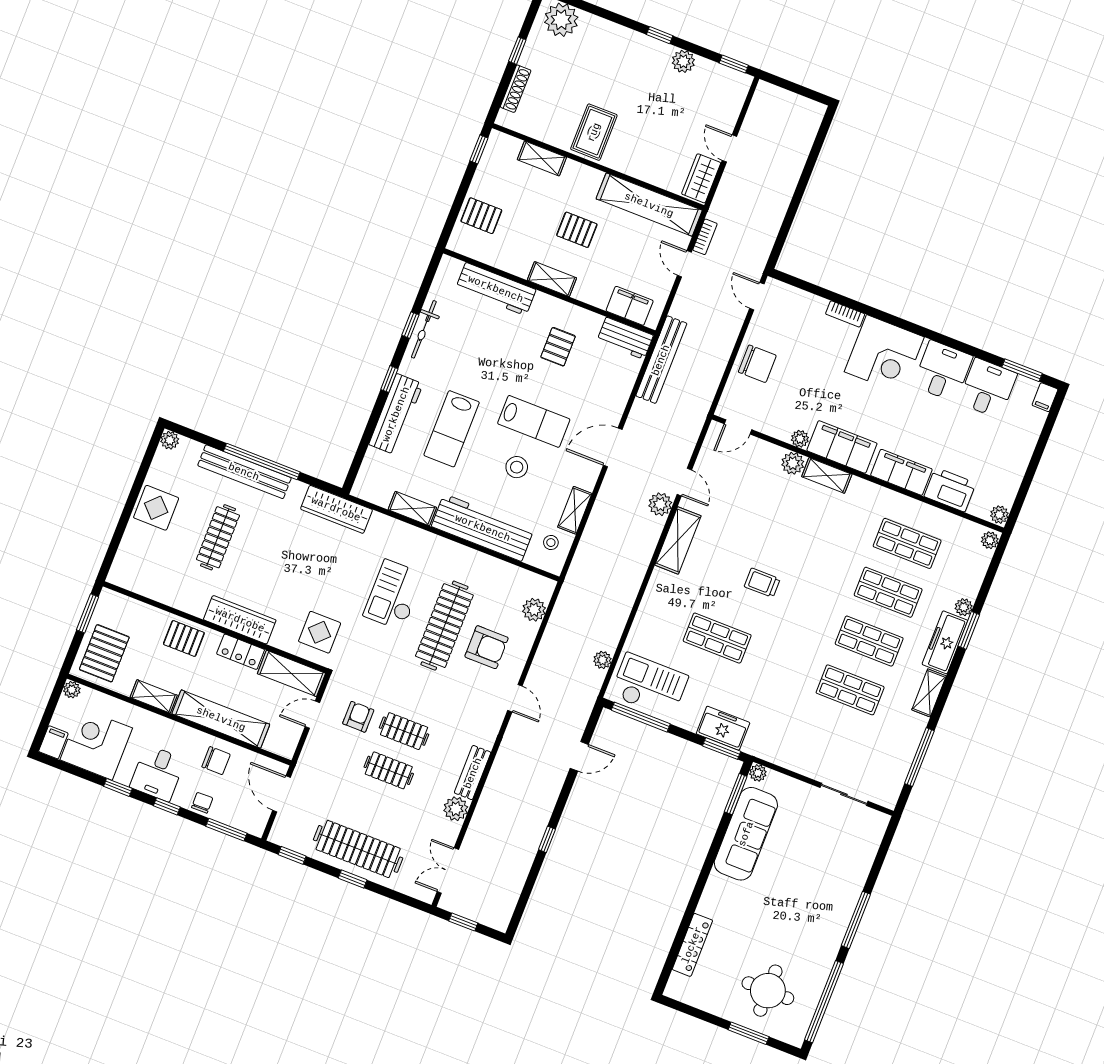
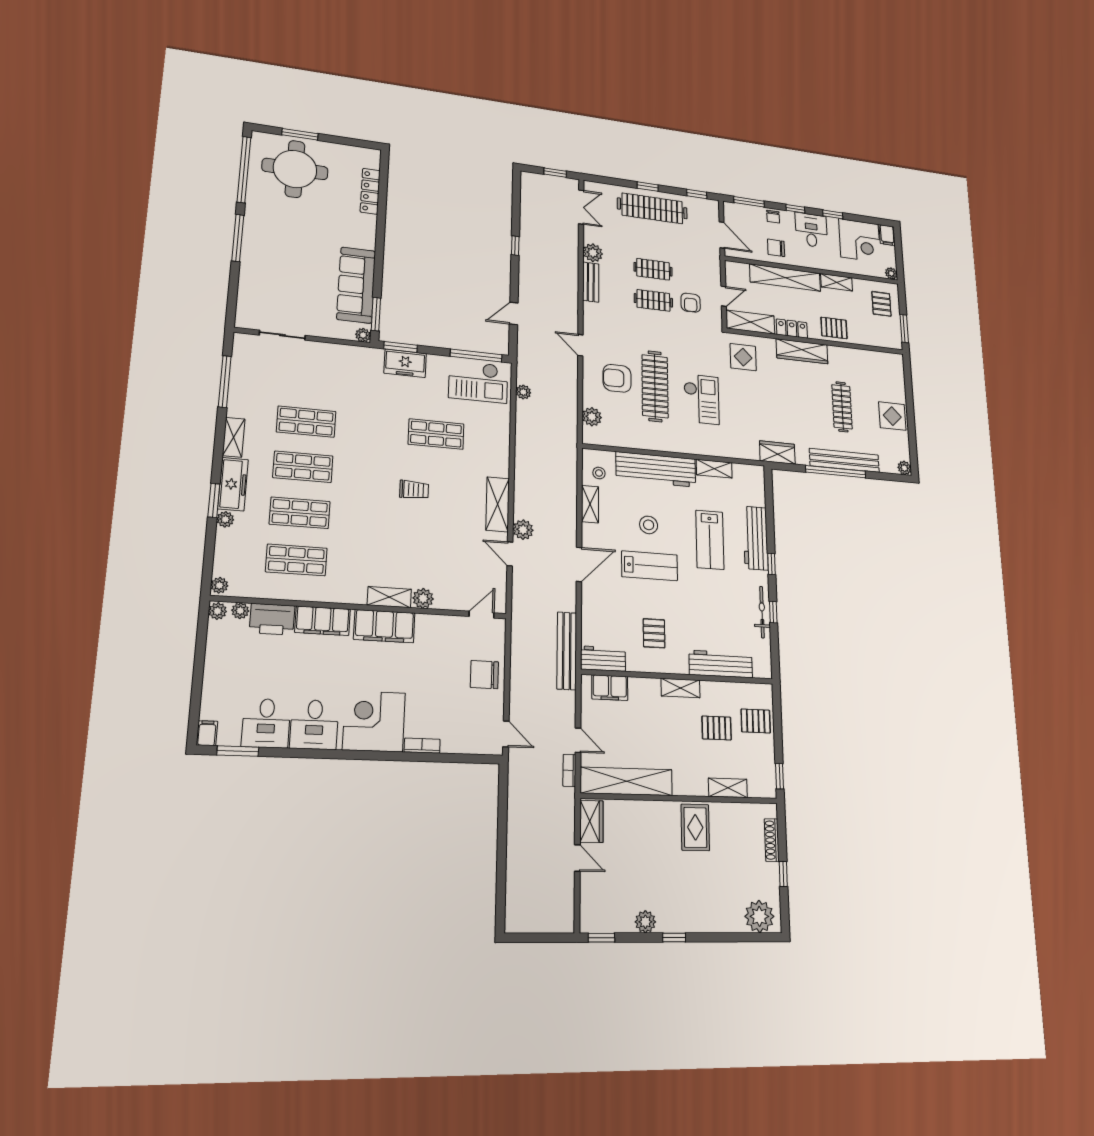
pallet: (577, 230) -> (717, 728), moved
lab bench: (534, 421) -> (650, 566), turned 180
lab bench: (452, 429) -> (710, 540), turned 180
plant: (800, 439) -> (240, 611), moved
wardrobe: (336, 509) -> (777, 453), width x0.67
pallet: (104, 653) -> (881, 304), width x0.67, depth x0.71
round table: (768, 991) -> (295, 169), width x1.36, depth x1.36

